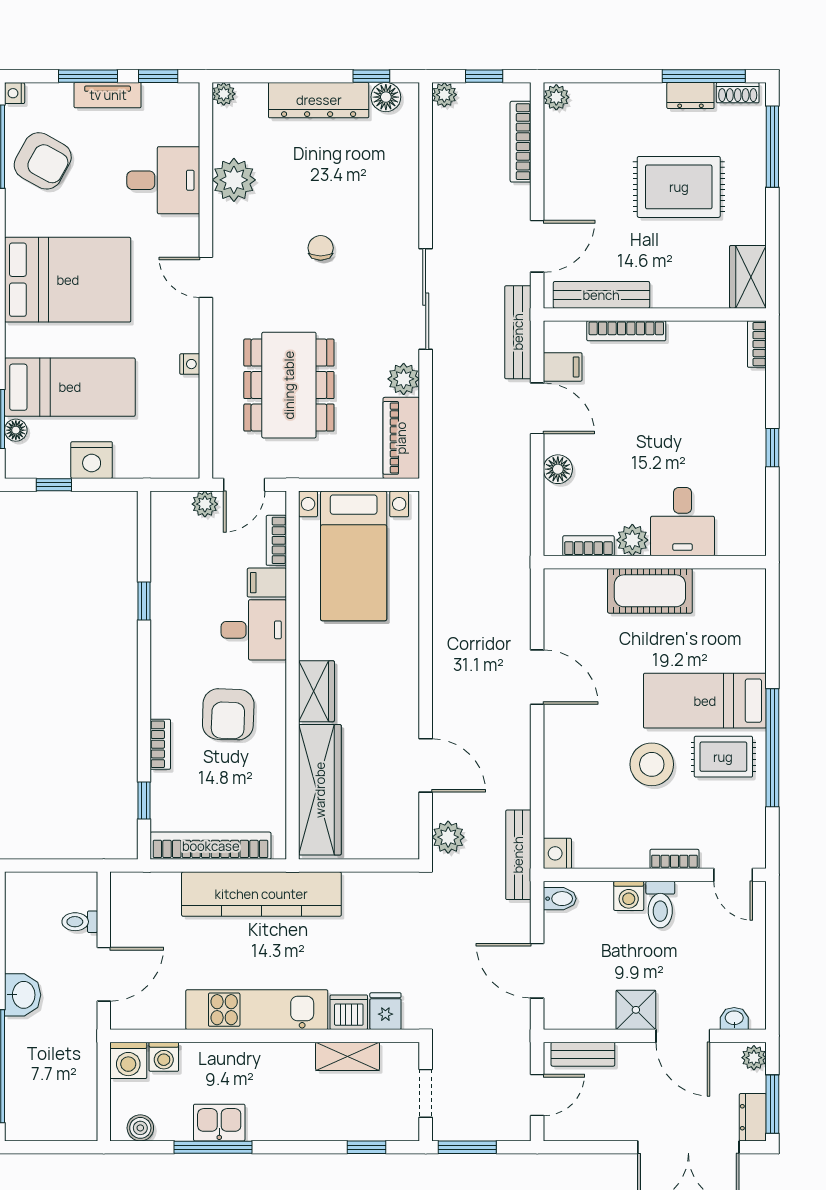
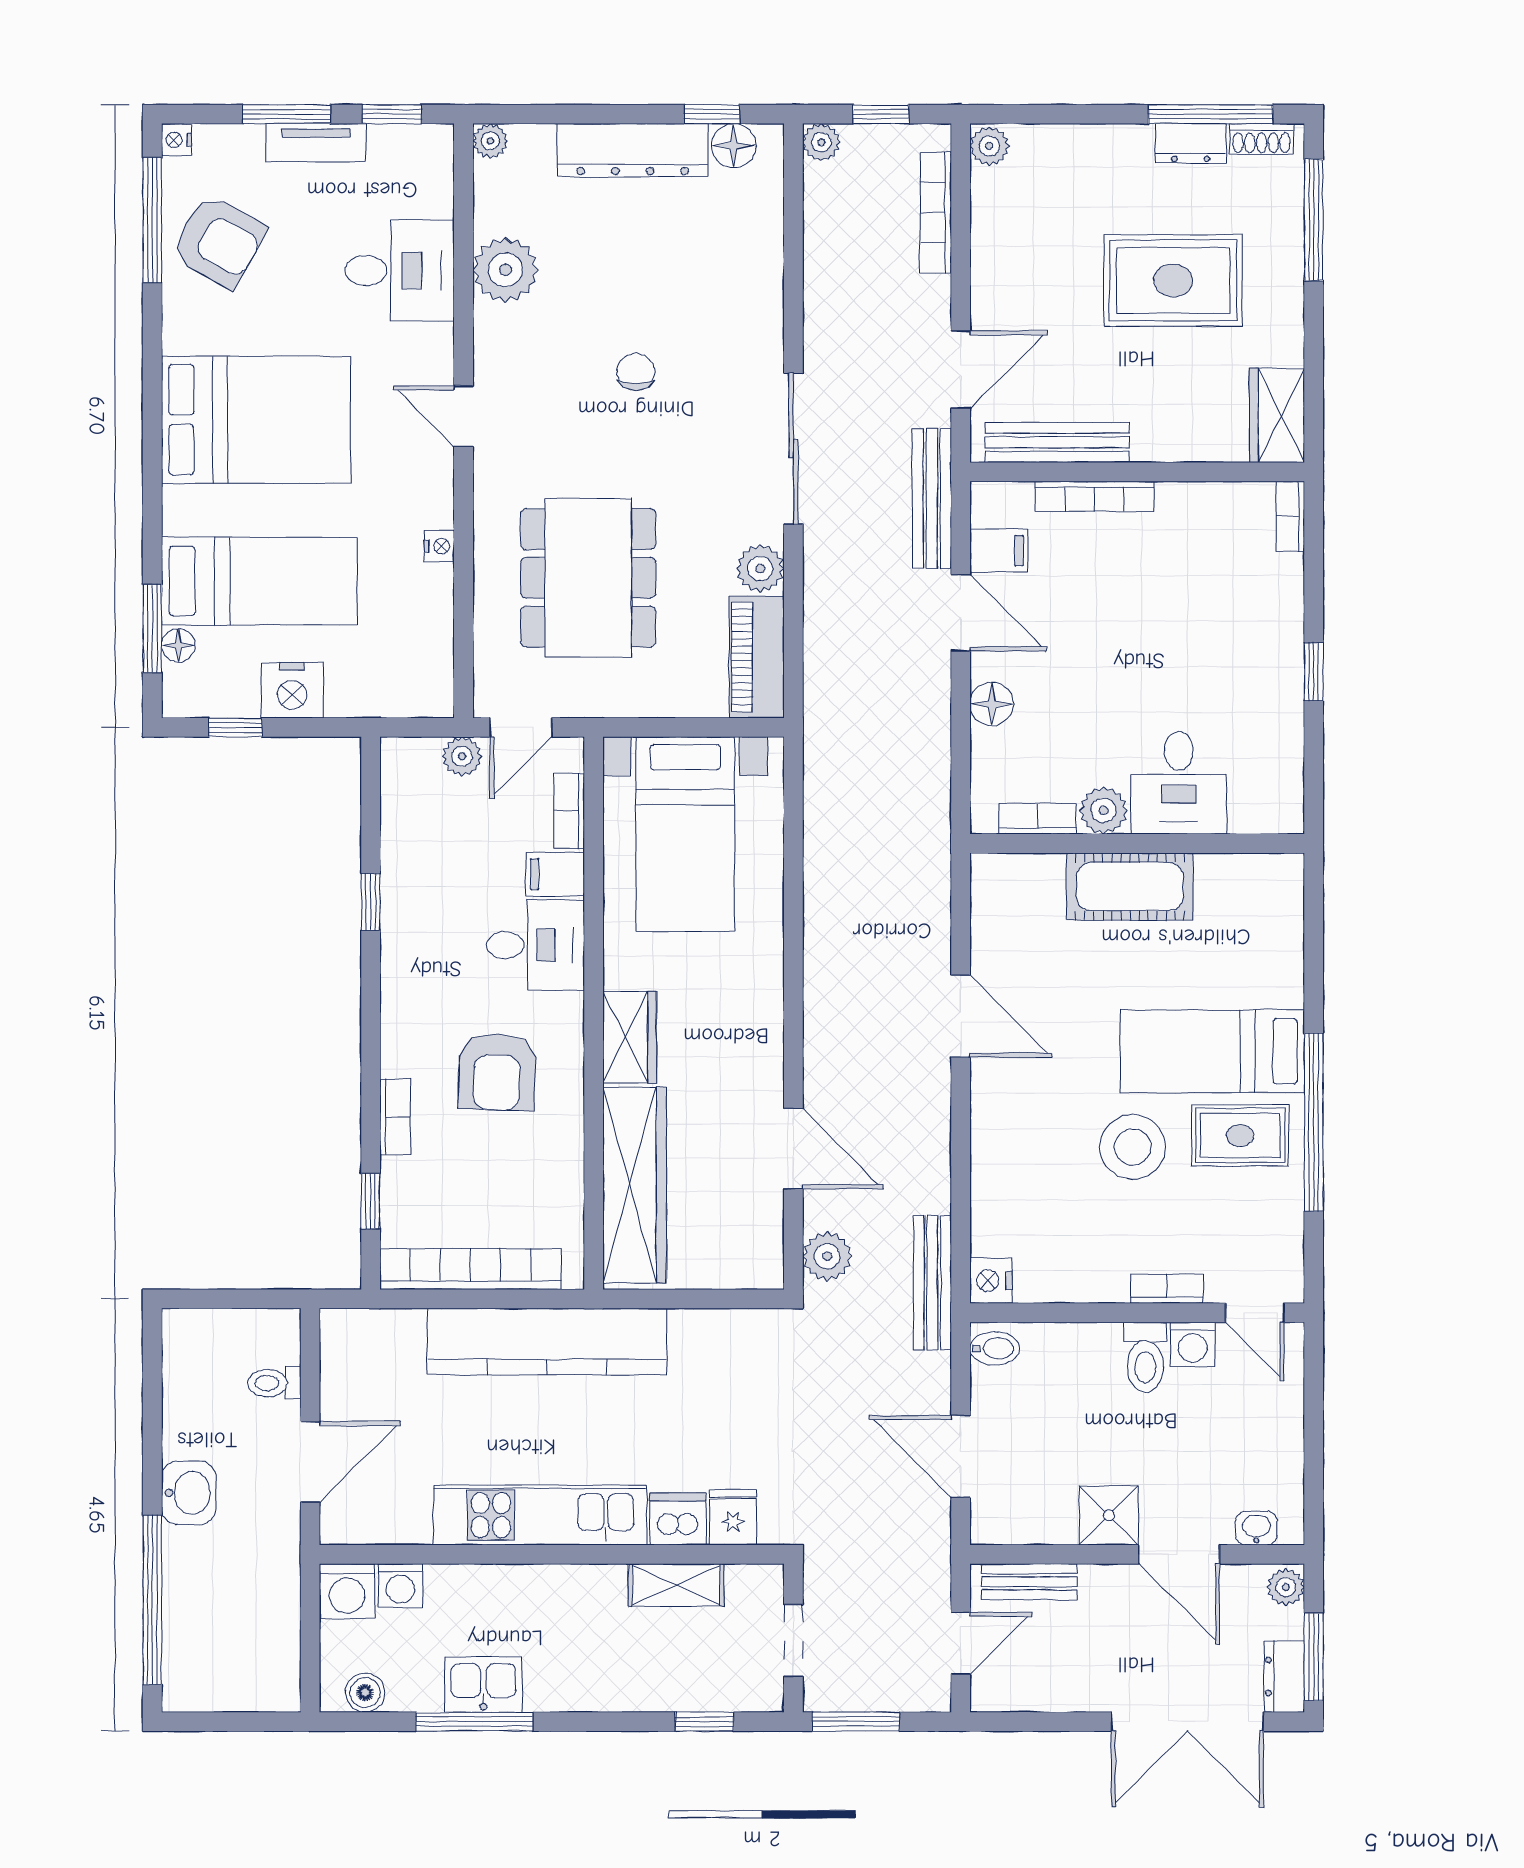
washing machine: (629, 896) -> (1193, 1344), moved

